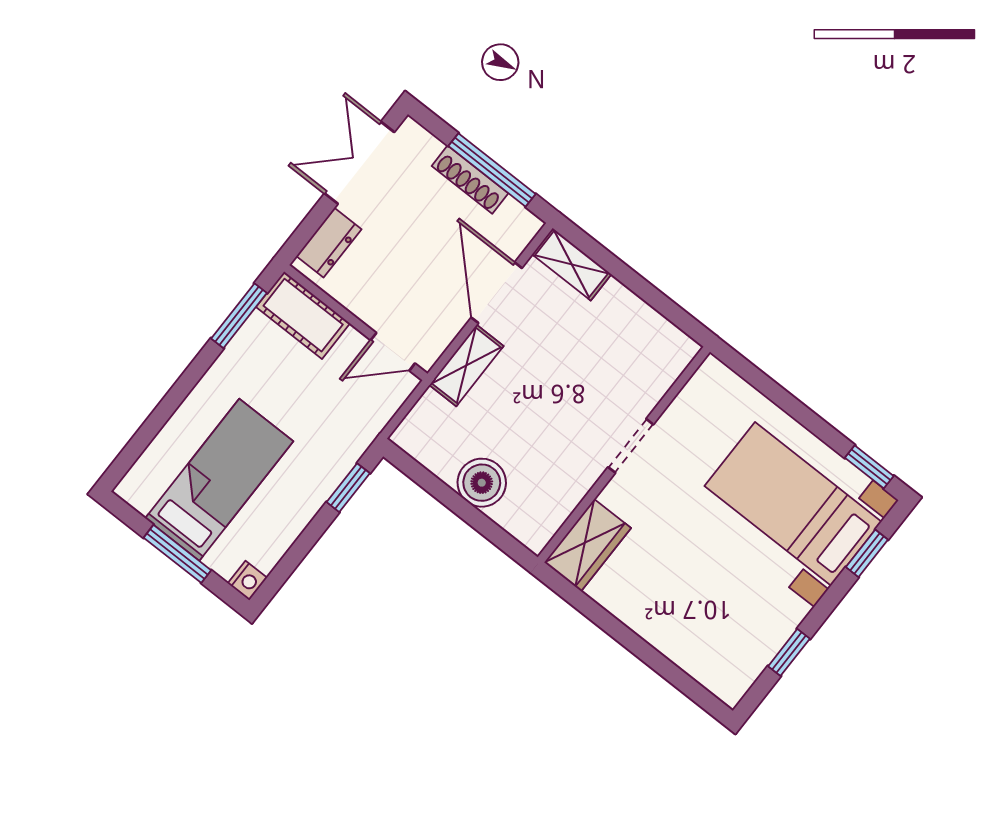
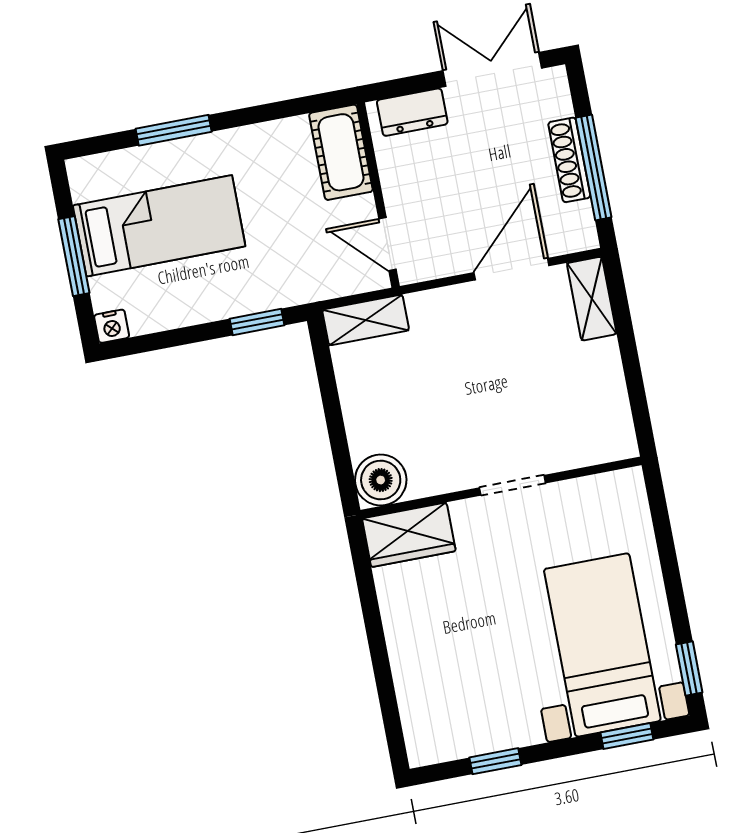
window: (239, 316) -> (174, 130), moved
shelving: (466, 365) -> (366, 320), moved
boiler: (482, 483) -> (381, 480), moved

